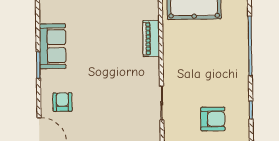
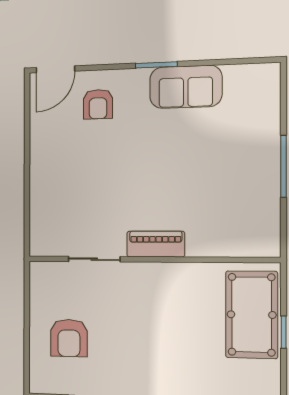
piano: (151, 39) -> (156, 244), moved
armchair: (62, 102) -> (98, 104), turned 90

